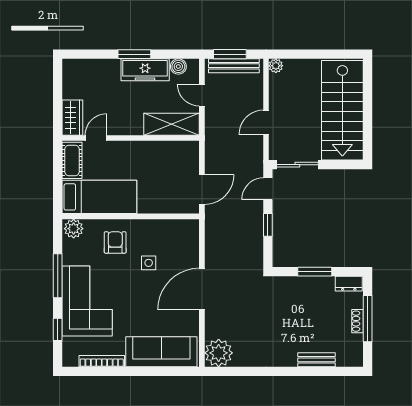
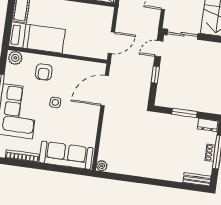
armchair: (115, 242) -> (44, 72), turned 180
side table: (149, 263) -> (55, 102), moved
door: (202, 289) -> (105, 91), moved
plant: (219, 353) -> (102, 166), width x0.53, depth x0.53
bench: (317, 360) -> (197, 179), moved

